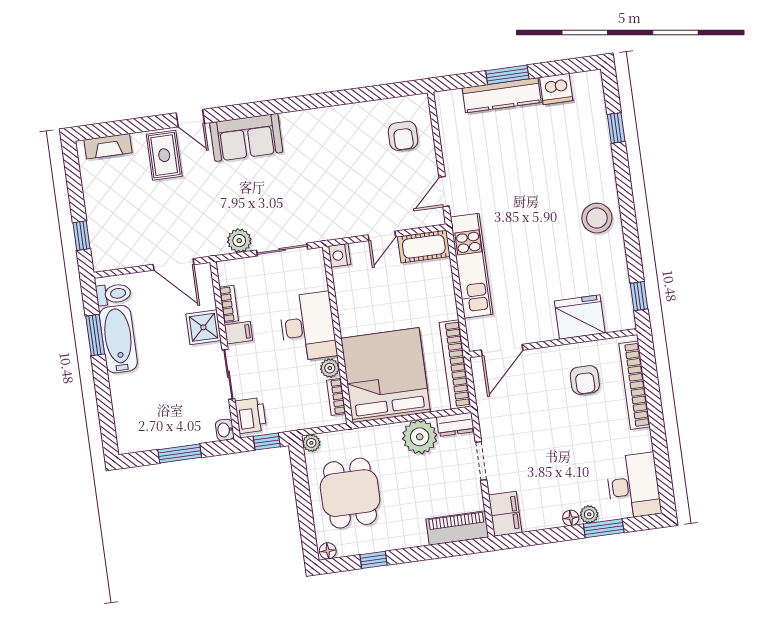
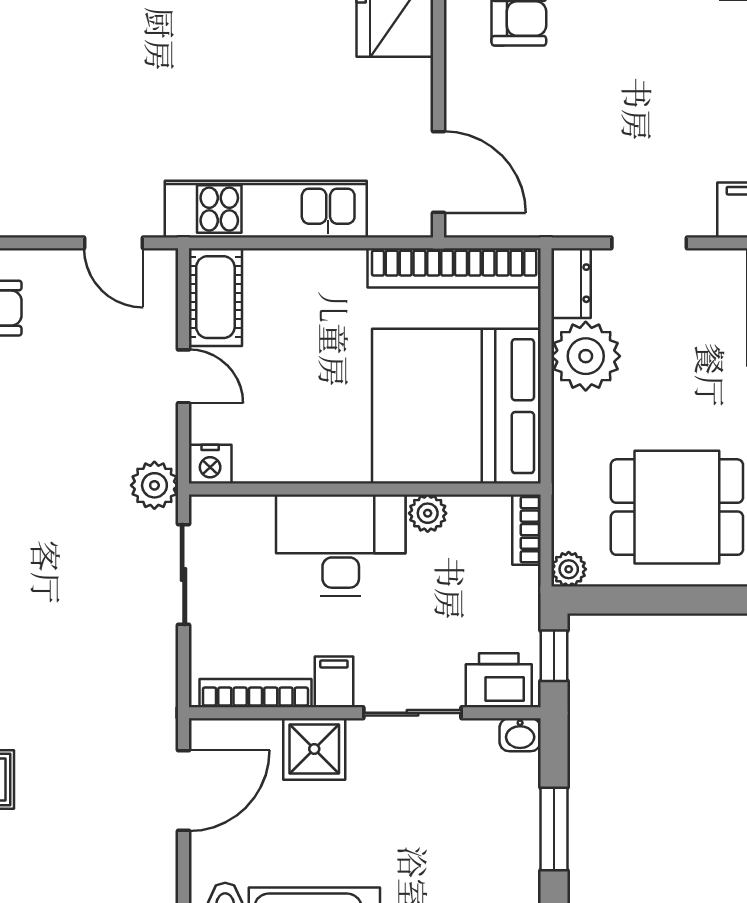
plant: (239, 241) -> (154, 485), moved
bookcase: (229, 304) -> (255, 693), width x1.56
bookcase: (336, 397) -> (526, 530), moved, turned 90

